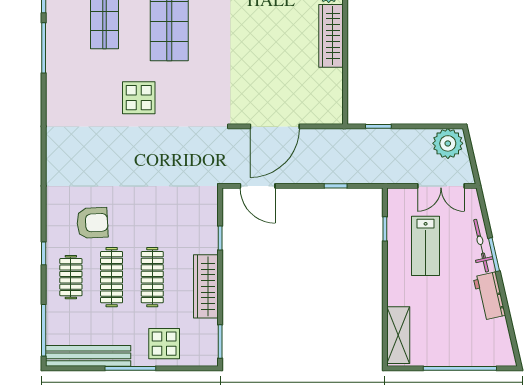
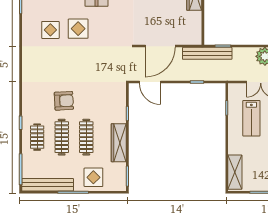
display table: (93, 100) -> (50, 30), added
bench: (352, 138) -> (207, 53), added
armchair: (92, 223) -> (64, 101), moved

